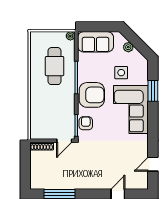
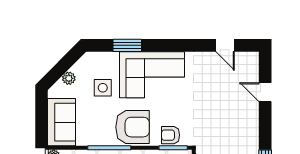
armchair: (92, 95) -> (133, 127), turned 90

